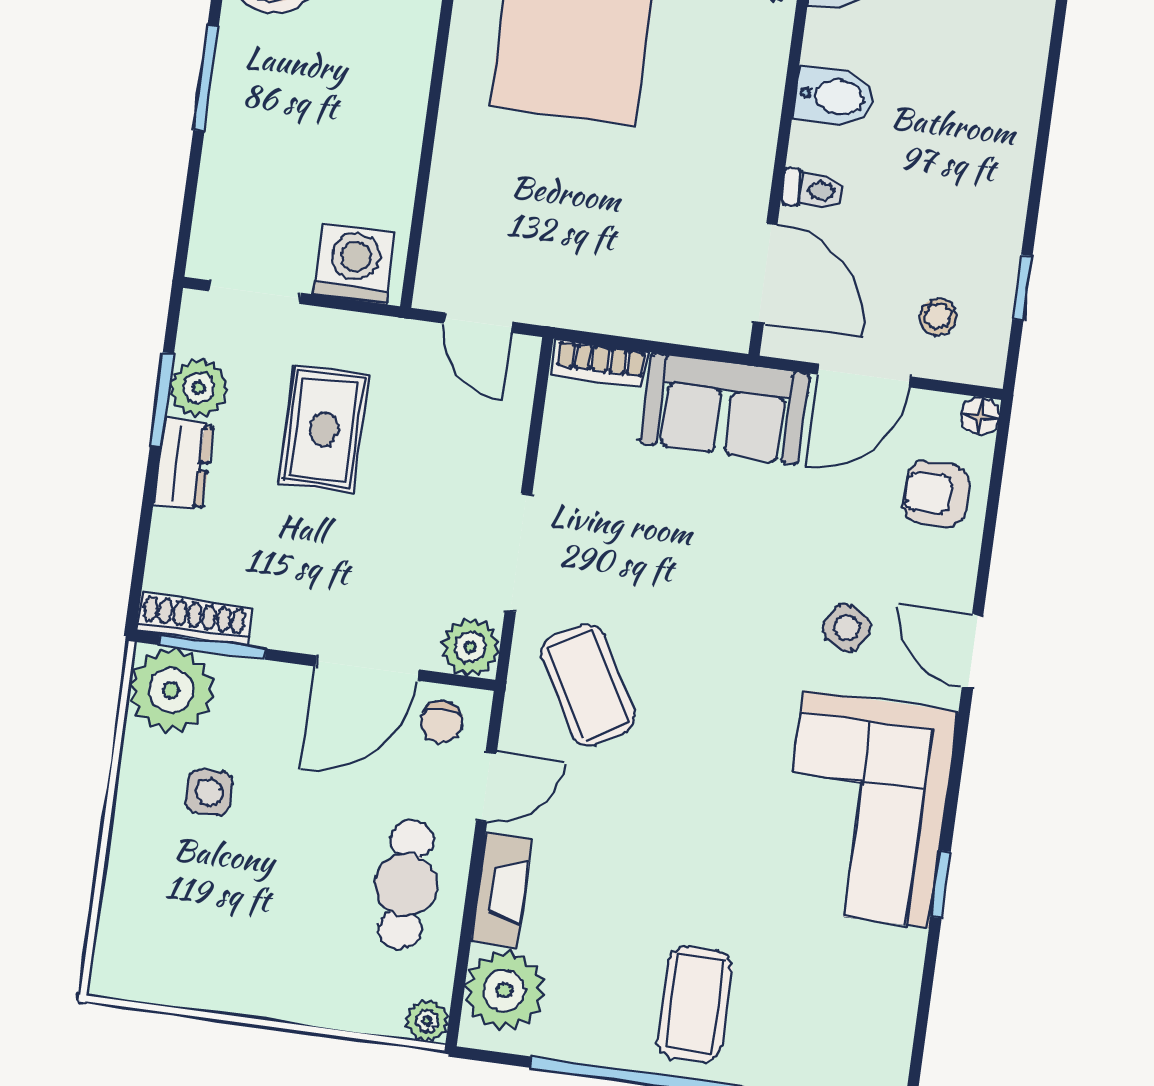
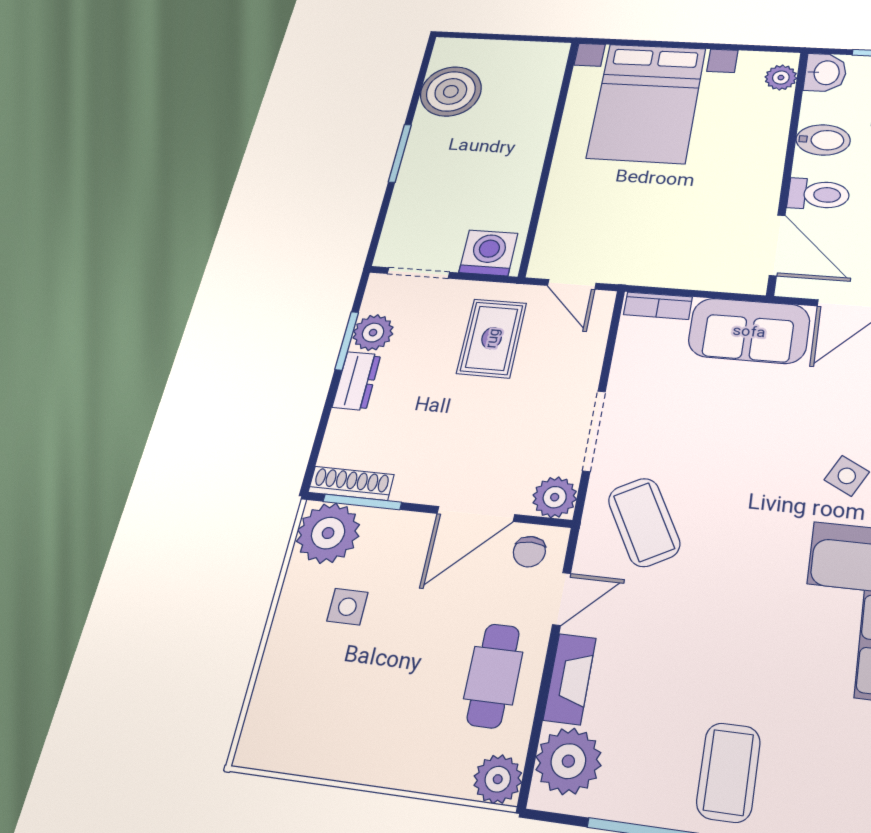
toilet: (813, 190) -> (819, 194), width x1.37, depth x1.39
rug: (324, 429) -> (492, 338), moved
plant: (427, 1021) -> (498, 779), width x1.38, depth x1.38

